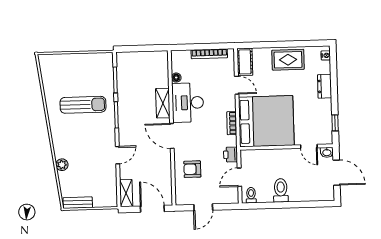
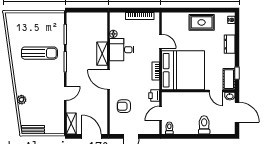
cot: (245, 62) -> (229, 79), moved
desk: (188, 103) -> (122, 50), width x0.73
toilet: (281, 190) -> (204, 125), moved

